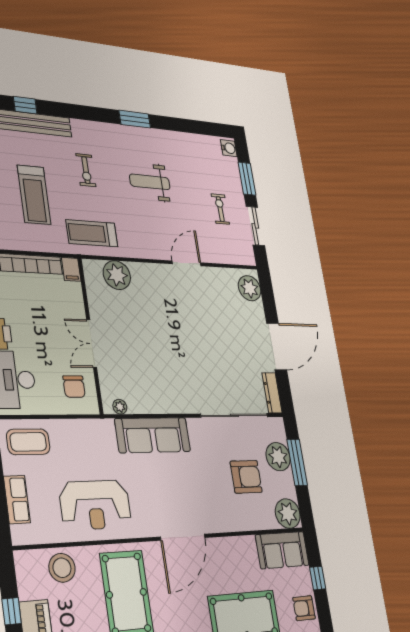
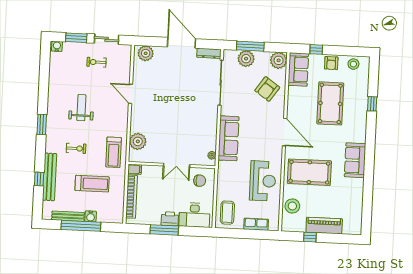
window: (135, 119) -> (42, 124), moved
weight bench: (150, 182) -> (81, 108), turned 180
armchair: (246, 477) -> (267, 89), moved, turned -145

